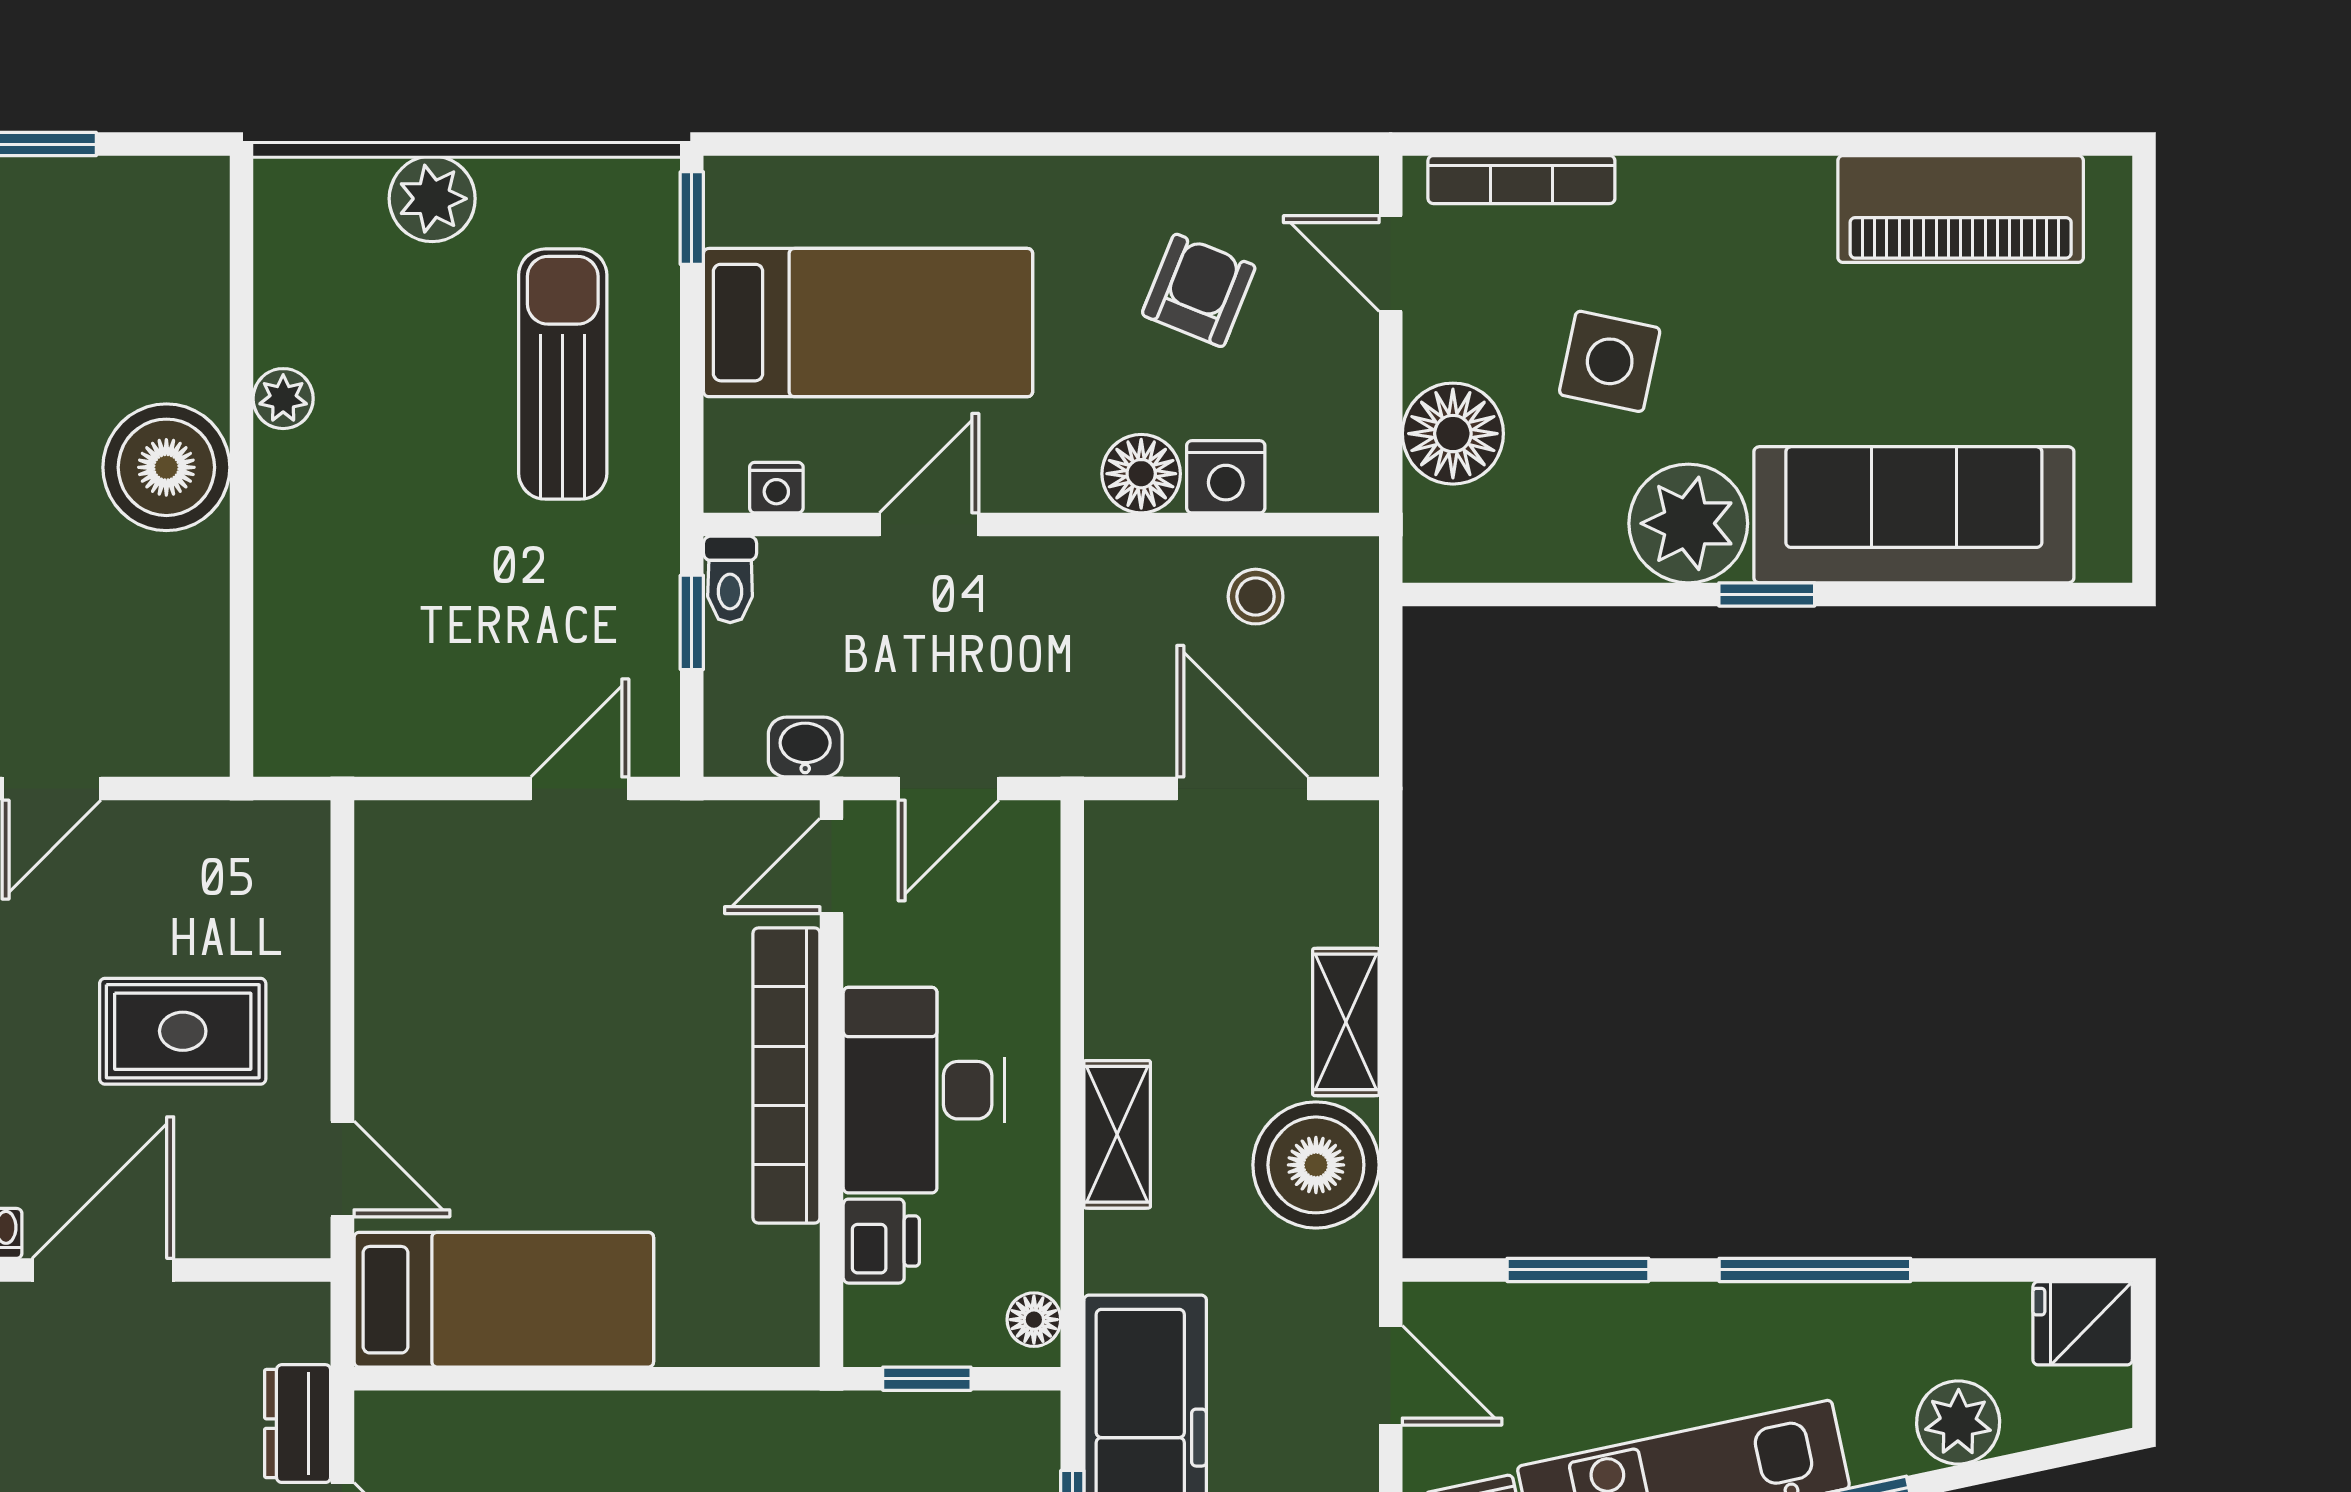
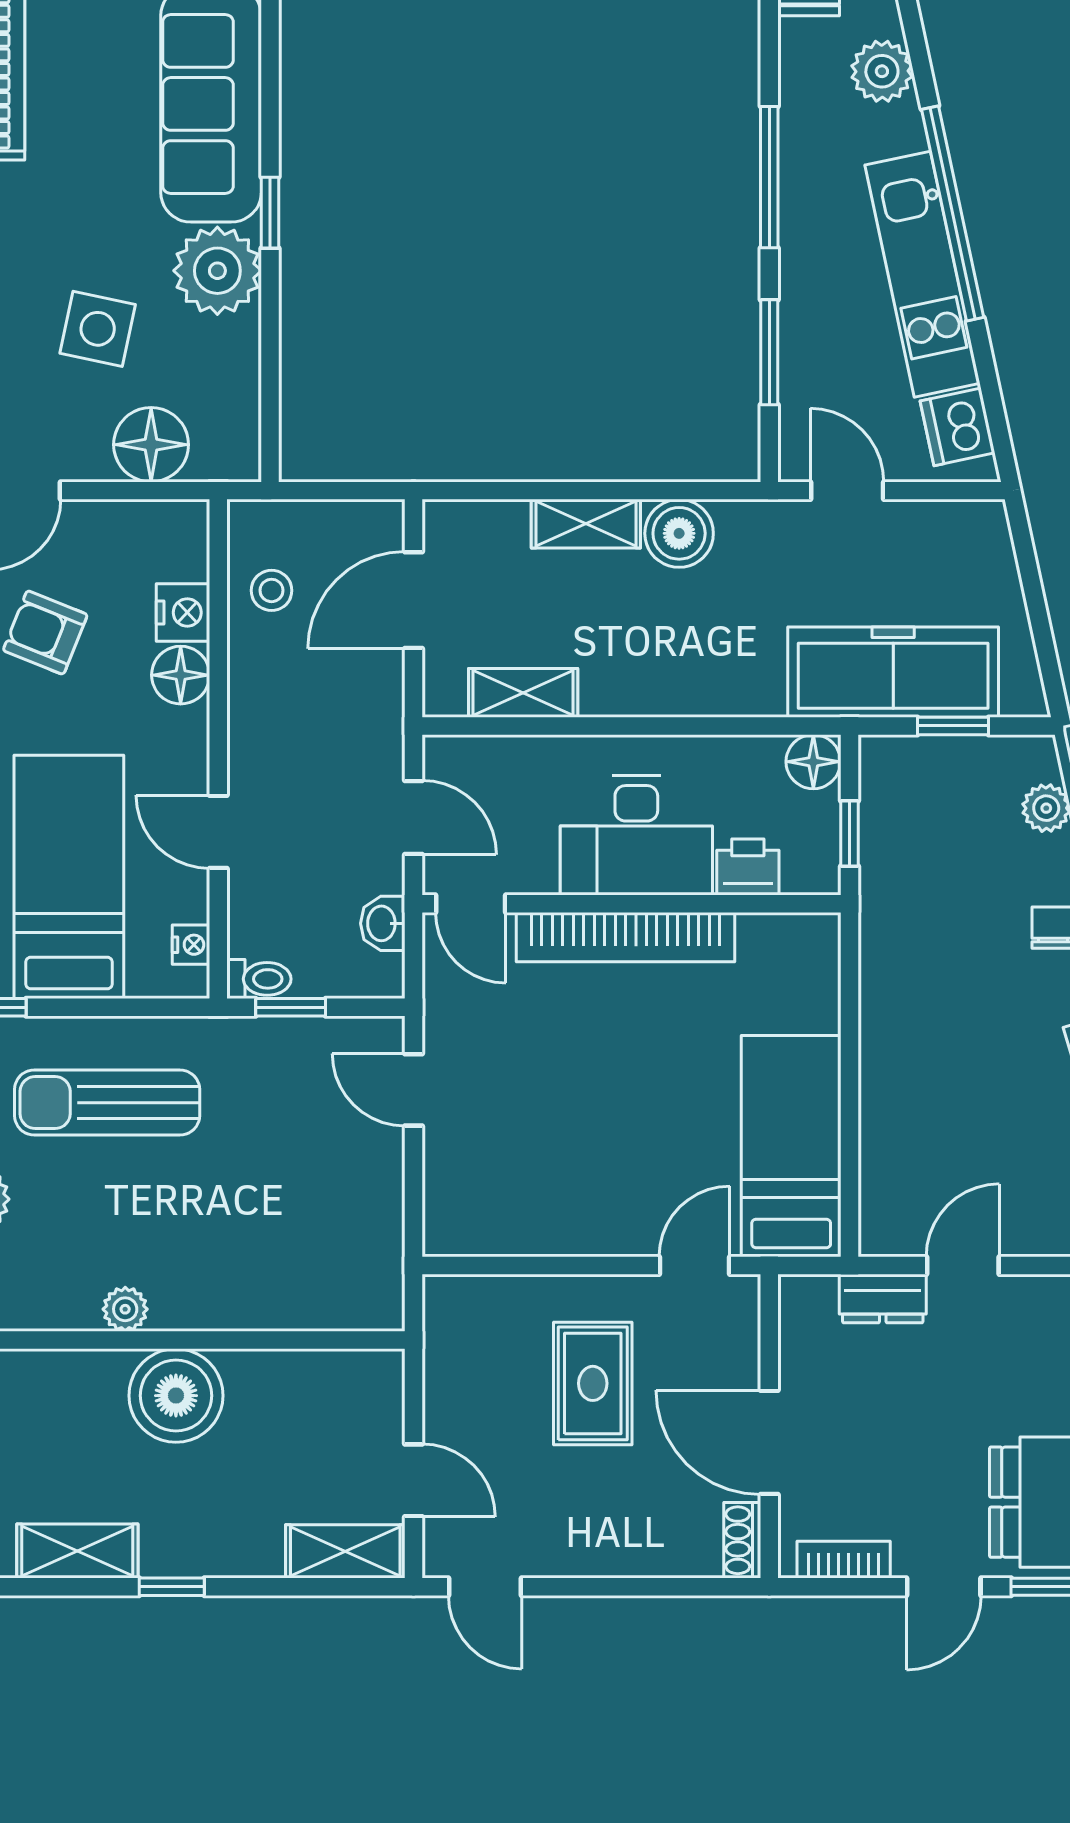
shelving: (1117, 1134) -> (523, 693), moved
boiler: (1316, 1165) -> (679, 533), width x0.73, depth x0.73
floor lamp: (1034, 1320) -> (813, 762), width x1.37, depth x1.37
door: (1391, 1375) -> (847, 491), hinge flipped

